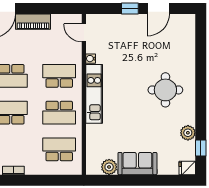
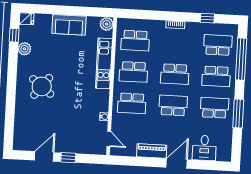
round table: (165, 90) -> (42, 86), turned 38
kitchen unit: (94, 94) -> (104, 63), moved
school desk: (59, 113) -> (134, 72), turned 180
plant: (109, 167) -> (107, 24), moved

